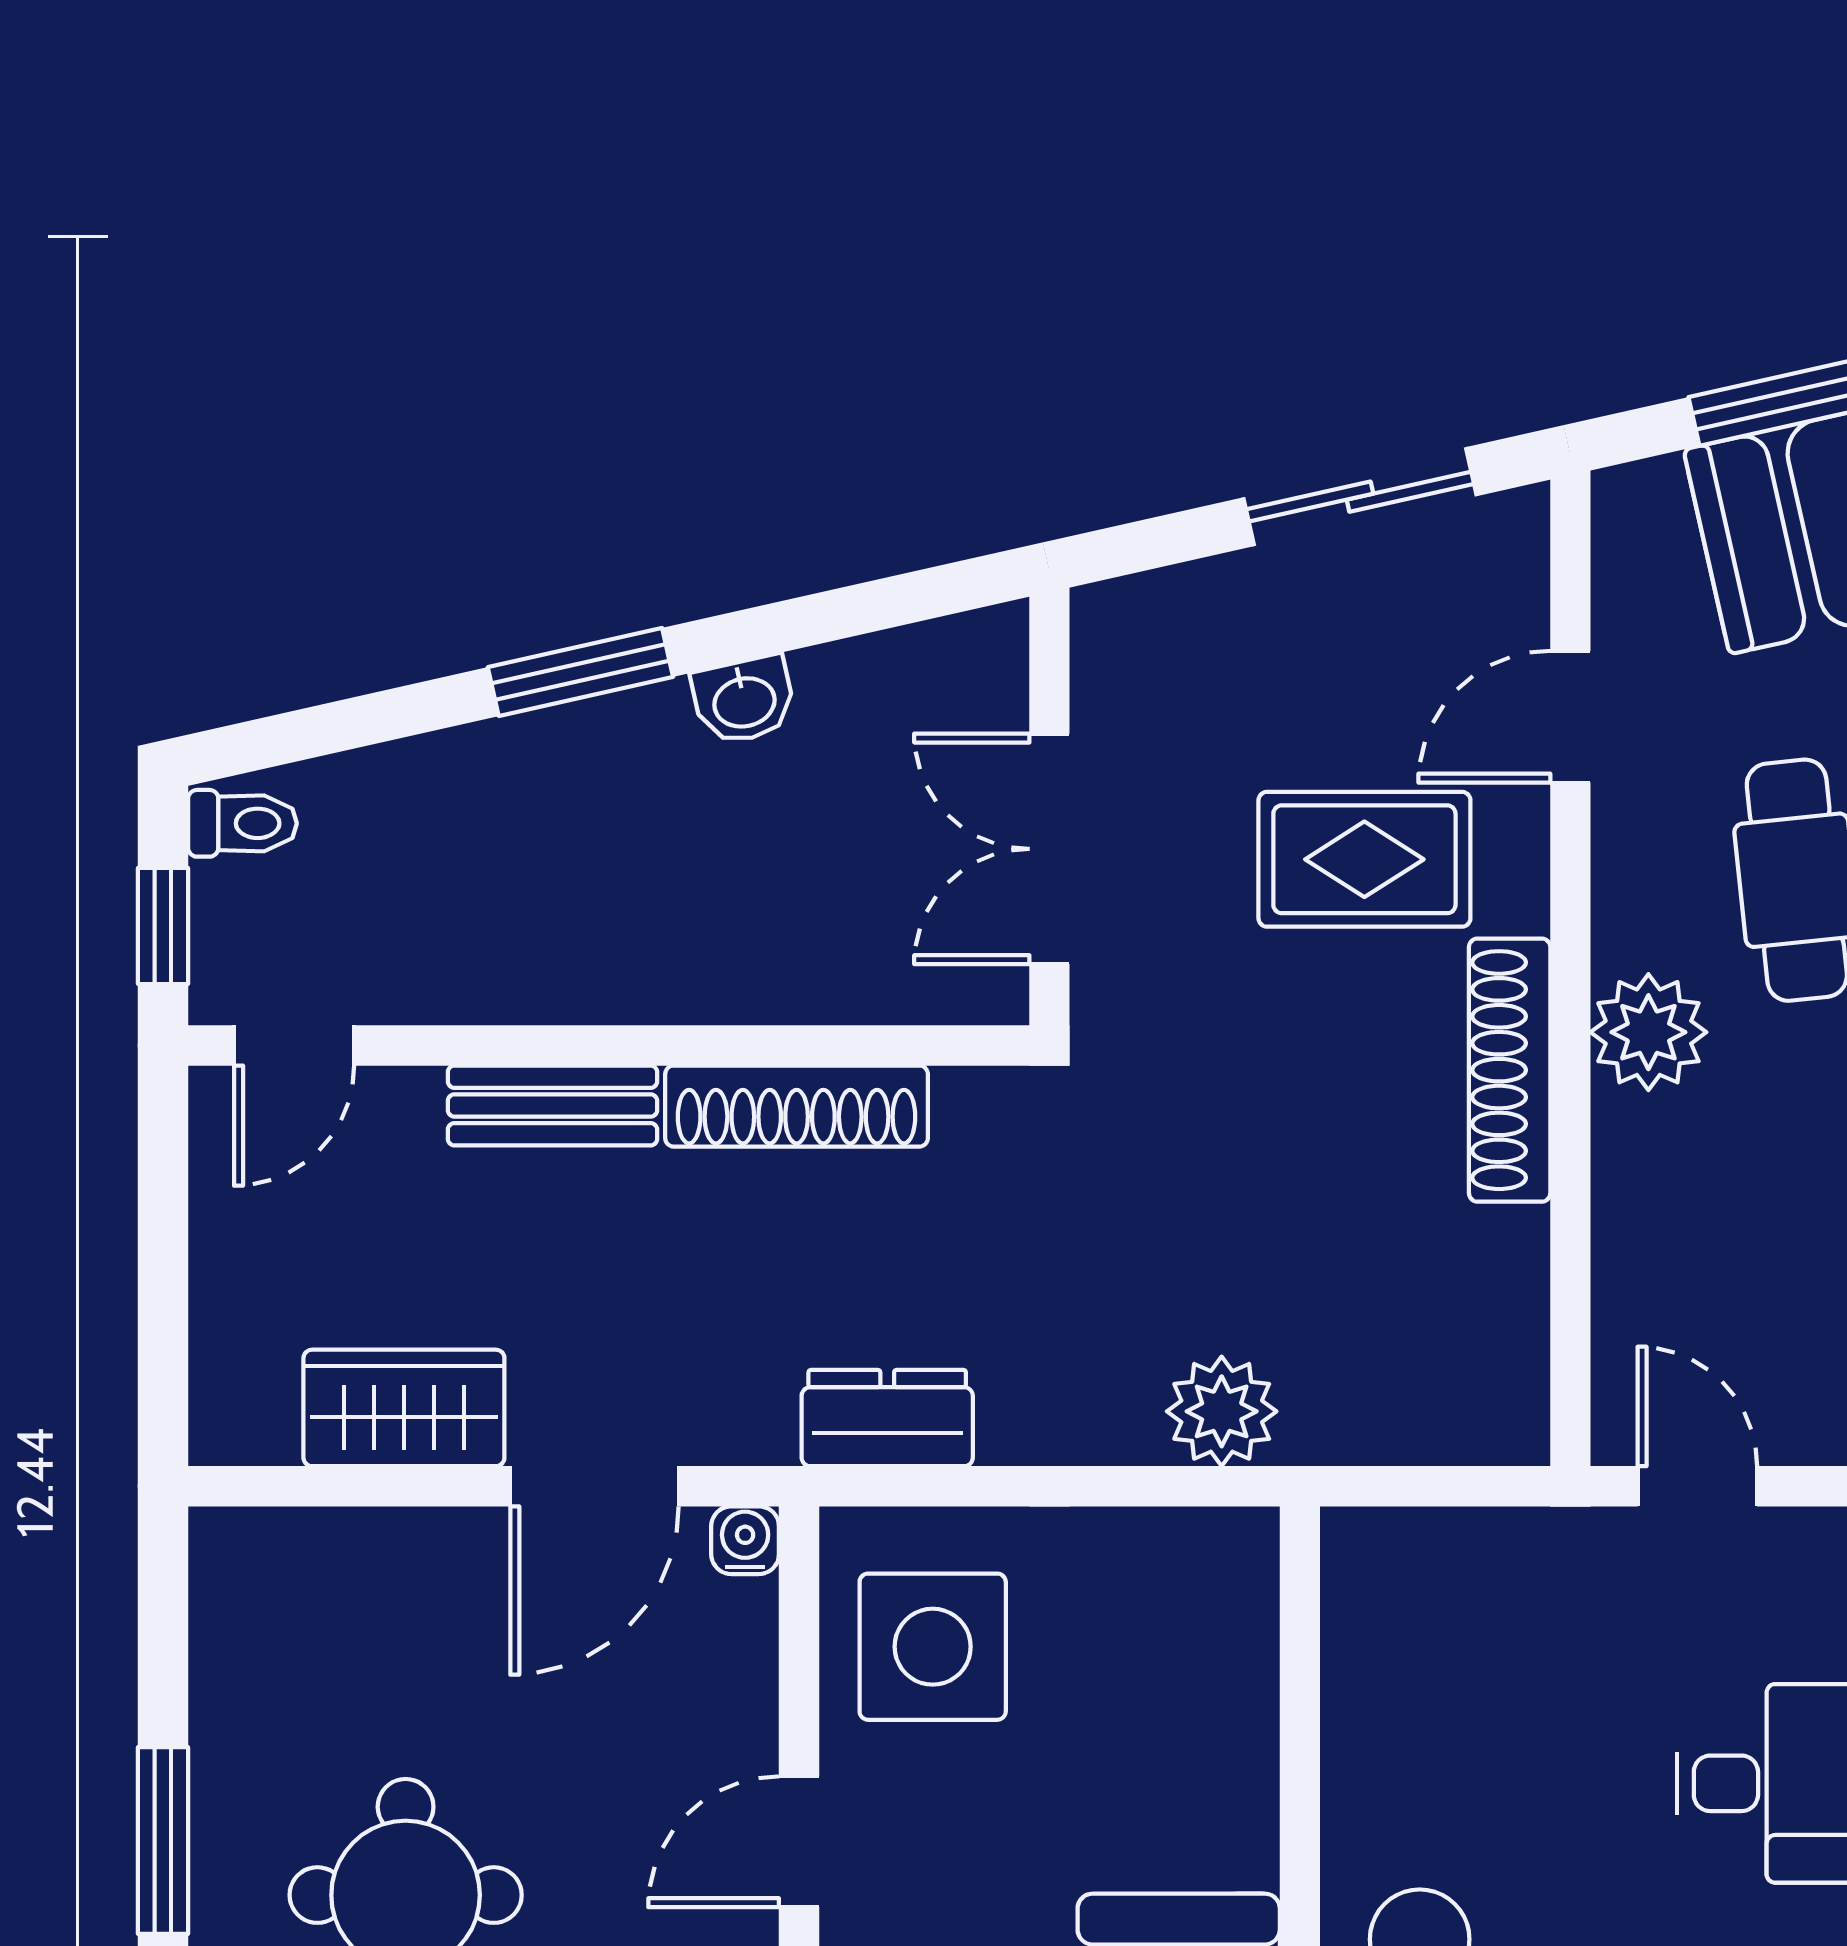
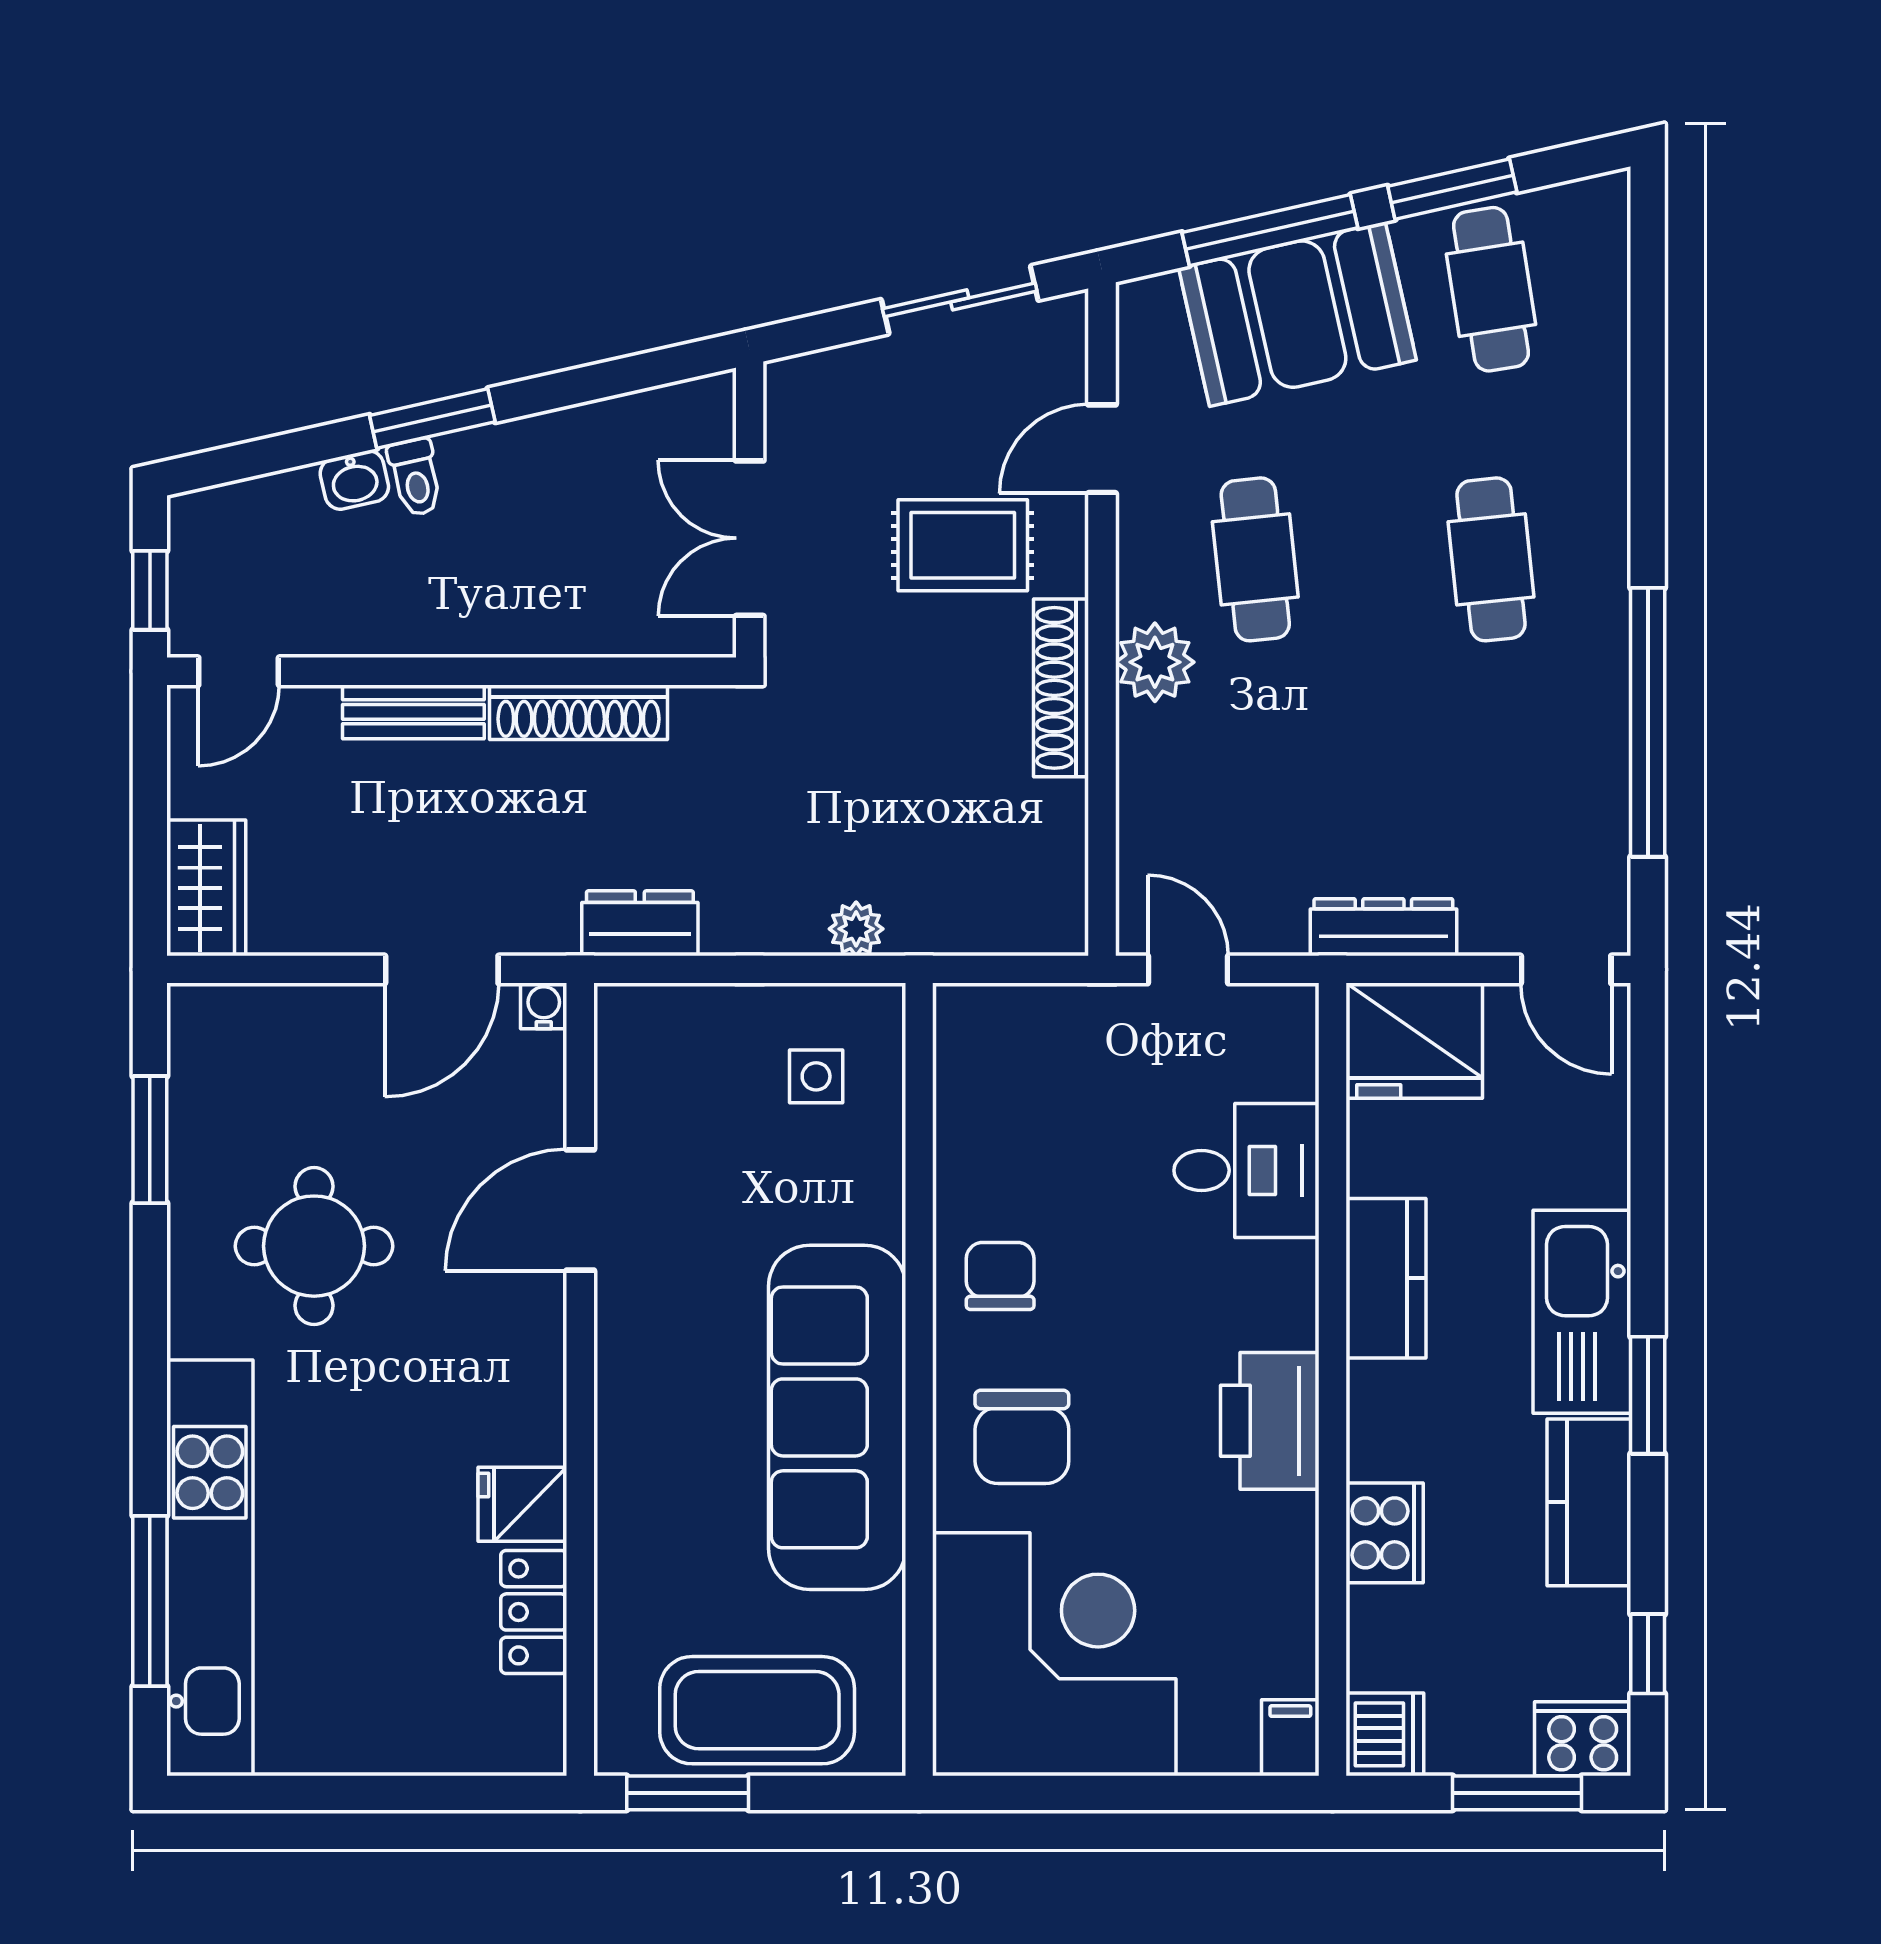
washbasin: (744, 700) -> (354, 480), moved
toilet: (242, 823) -> (415, 477), moved, turned 77
wardrobe: (404, 1408) -> (206, 888), moved, turned 90
plant: (1222, 1411) -> (856, 929), width x0.73, depth x0.73
side table: (933, 1647) -> (816, 1076), moved, width x0.54, depth x0.54
window: (163, 1840) -> (150, 1140), moved
door: (799, 1842) -> (580, 1210), width x1.38

